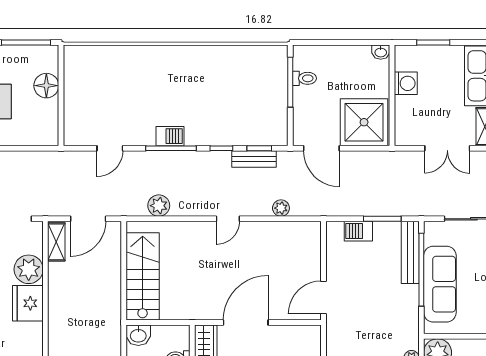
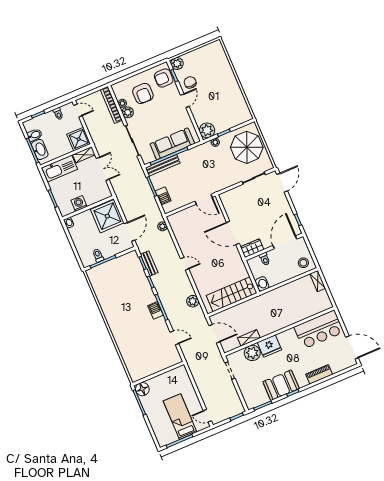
floor lamp: (46, 86) -> (142, 389), moved
plant: (281, 208) -> (162, 226), moved
shelving: (56, 242) -> (249, 338), moved

